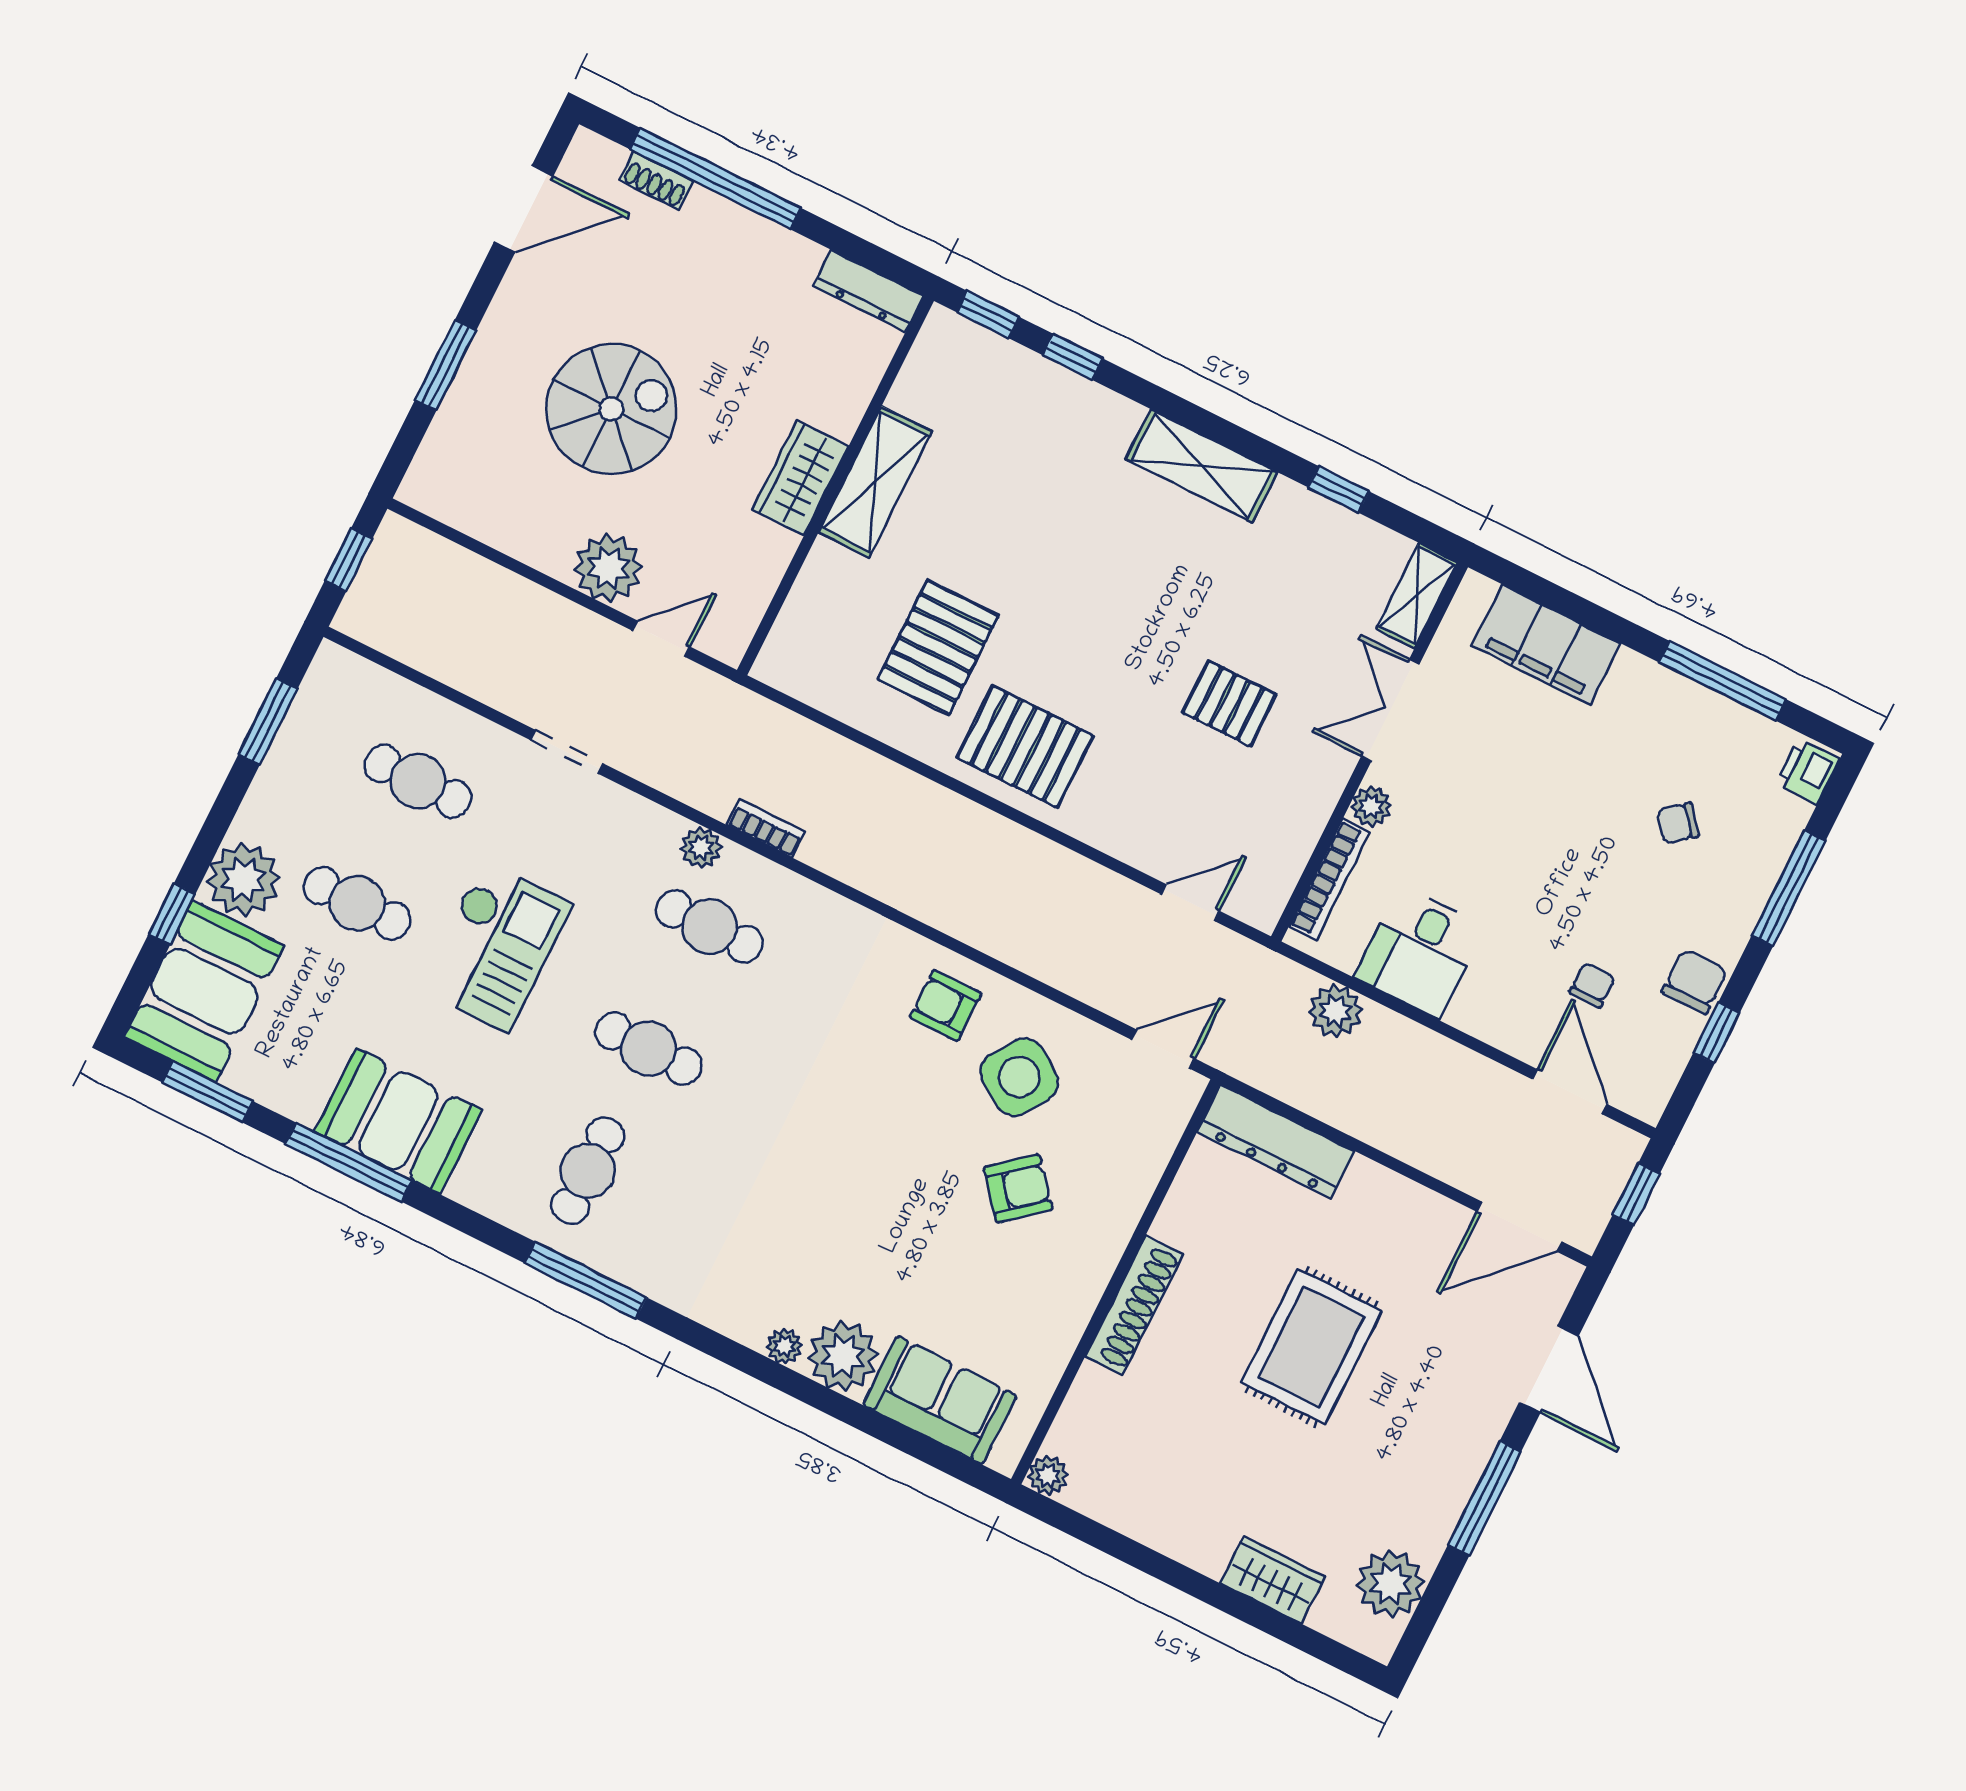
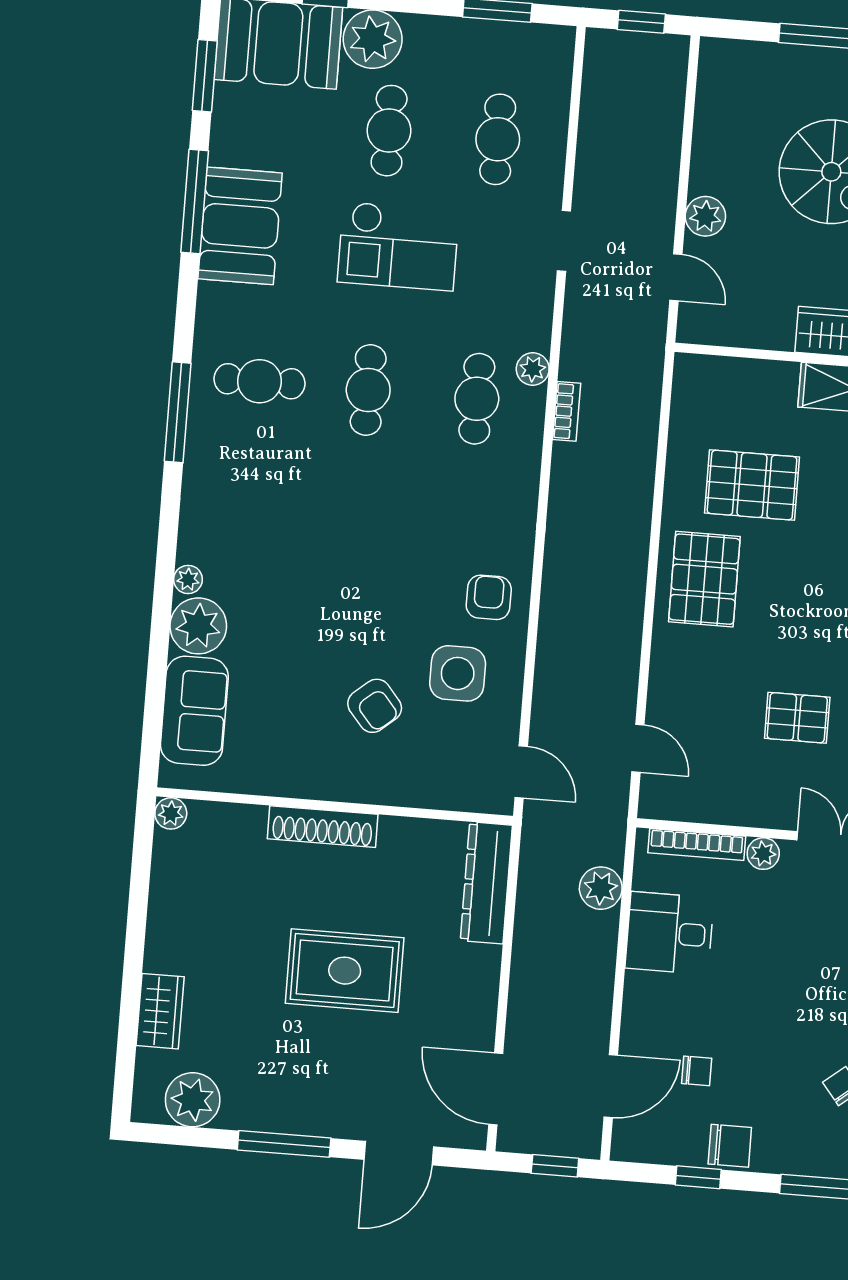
plant: (608, 568) -> (705, 216), width x0.73, depth x0.73
pallet: (1229, 704) -> (797, 718), turned 90
side table: (1019, 1077) -> (458, 673), turned -34

